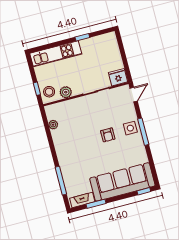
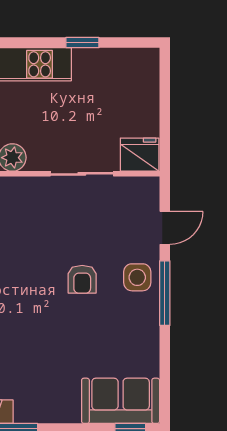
door: (134, 95) -> (165, 228), moved
sofa: (122, 182) -> (121, 401), width x0.54, depth x0.79

